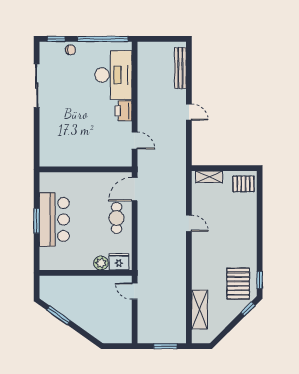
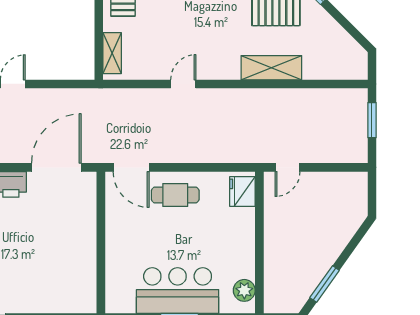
door: (135, 140) -> (56, 167), width x1.88
plant: (101, 263) -> (244, 290), moved
shelving: (200, 309) -> (271, 68), moved

